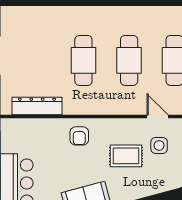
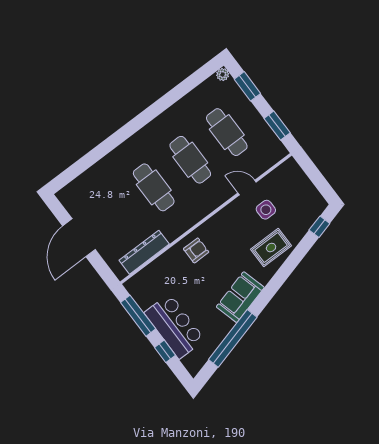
armchair: (79, 136) -> (196, 250), turned -90
rug: (126, 156) -> (271, 248), moved

